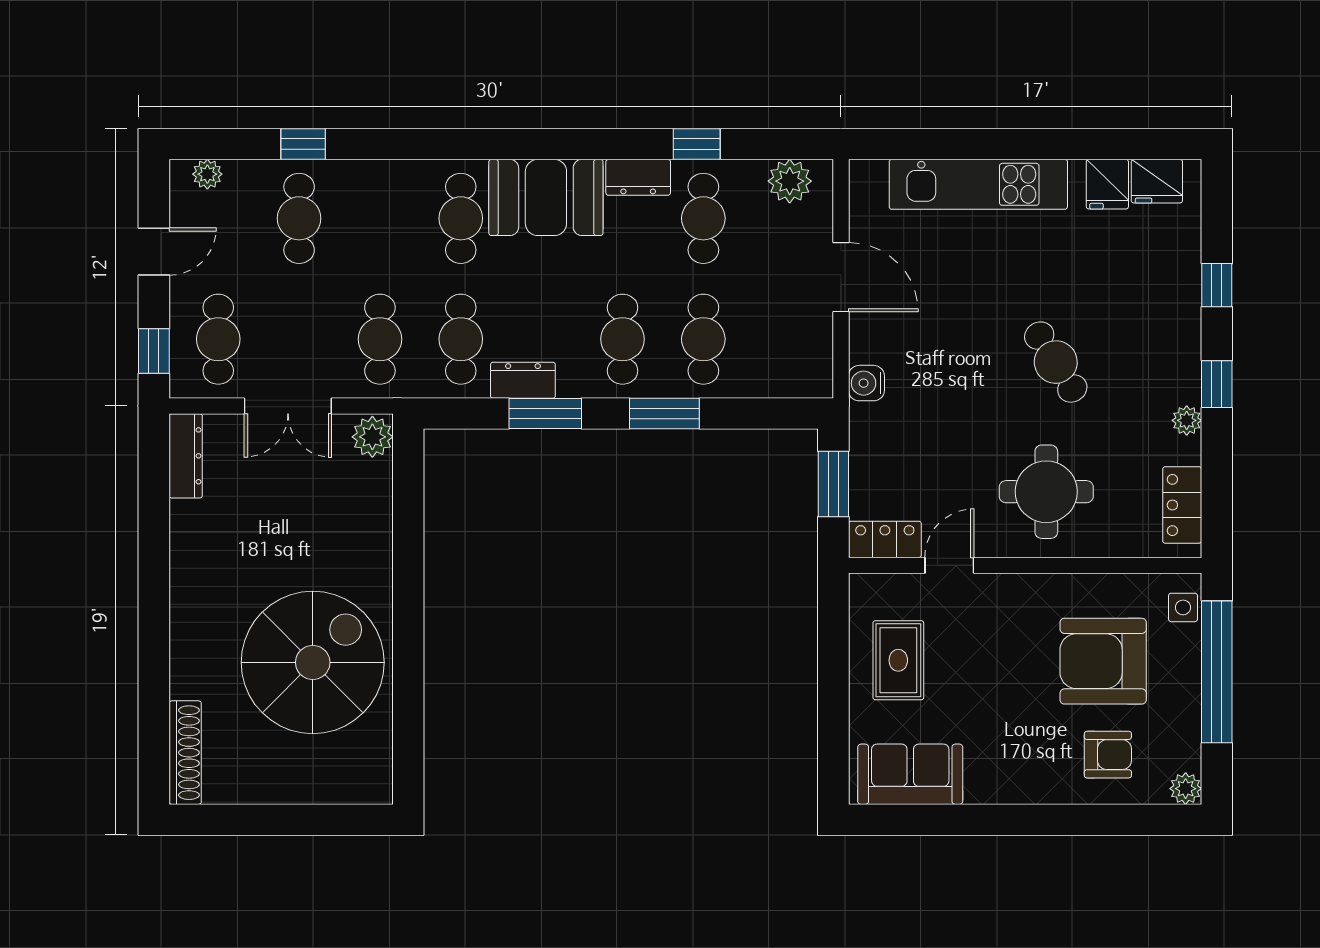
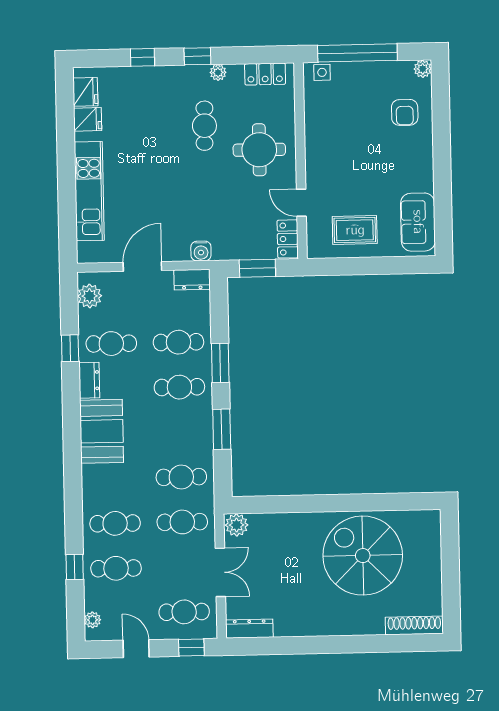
cafe table: (461, 218) -> (115, 523), moved
cafe table: (1056, 362) -> (204, 126), moved, turned -57
dresser: (523, 380) -> (192, 280), moved, turned -90
armchair: (1103, 661) -> (353, 116), removed
armchair: (1108, 755) -> (405, 112), turned 180

